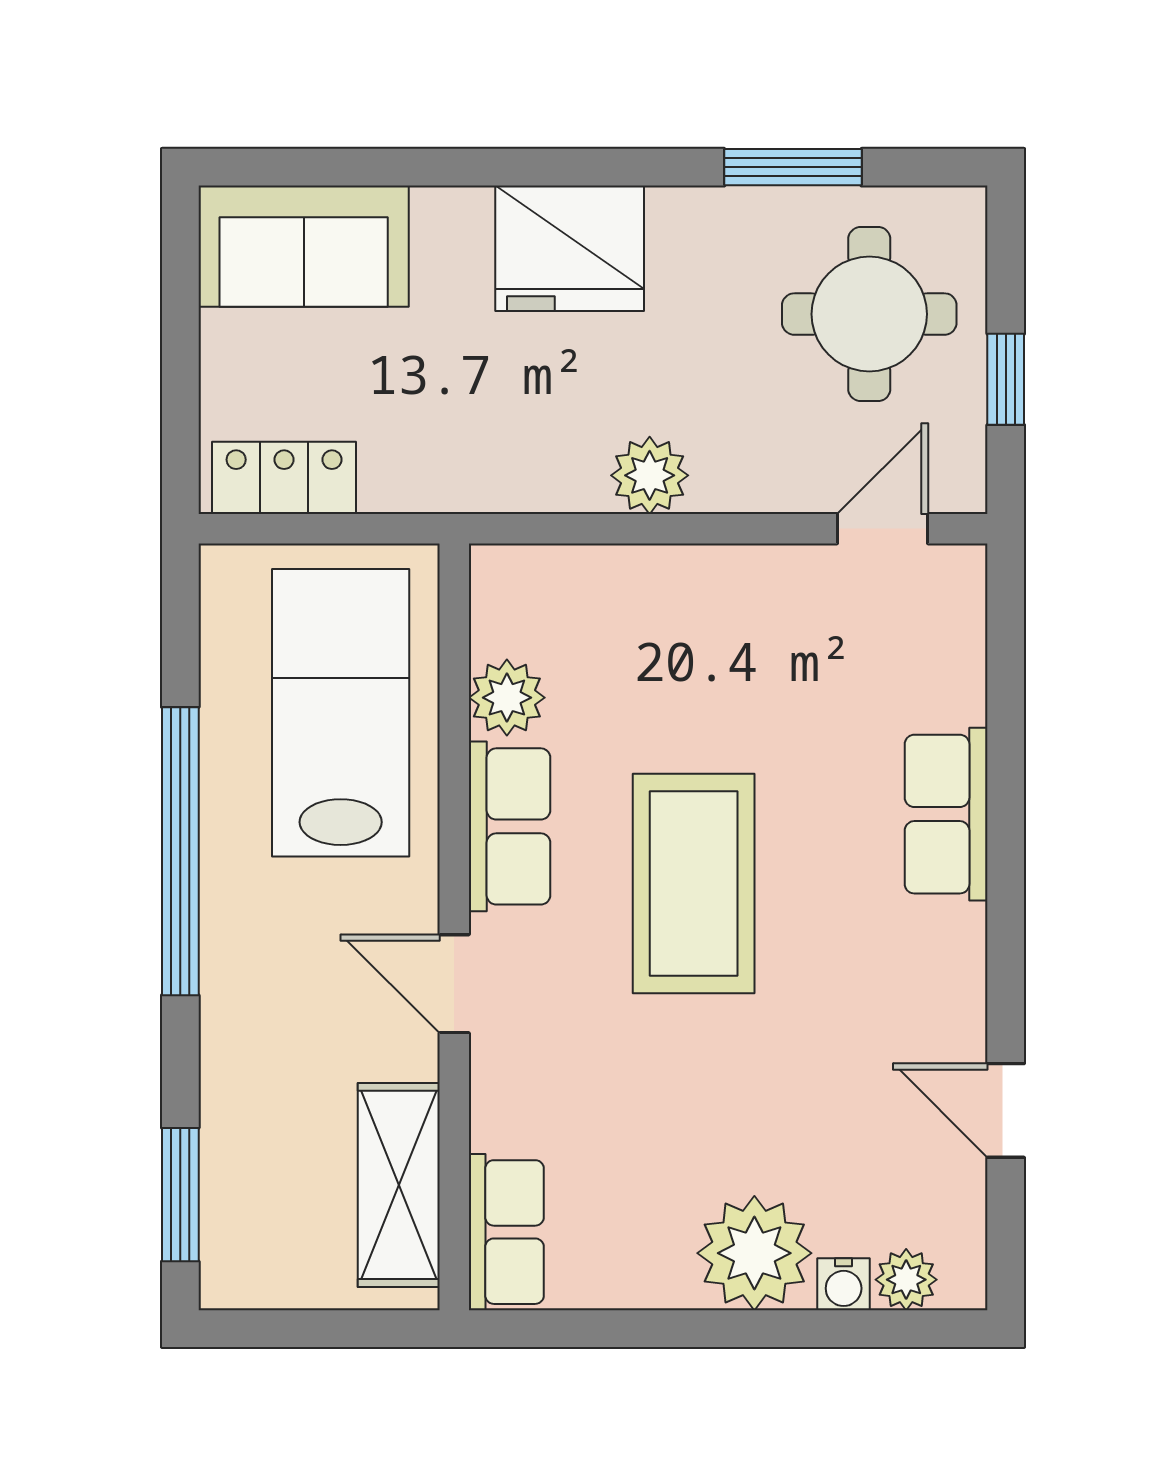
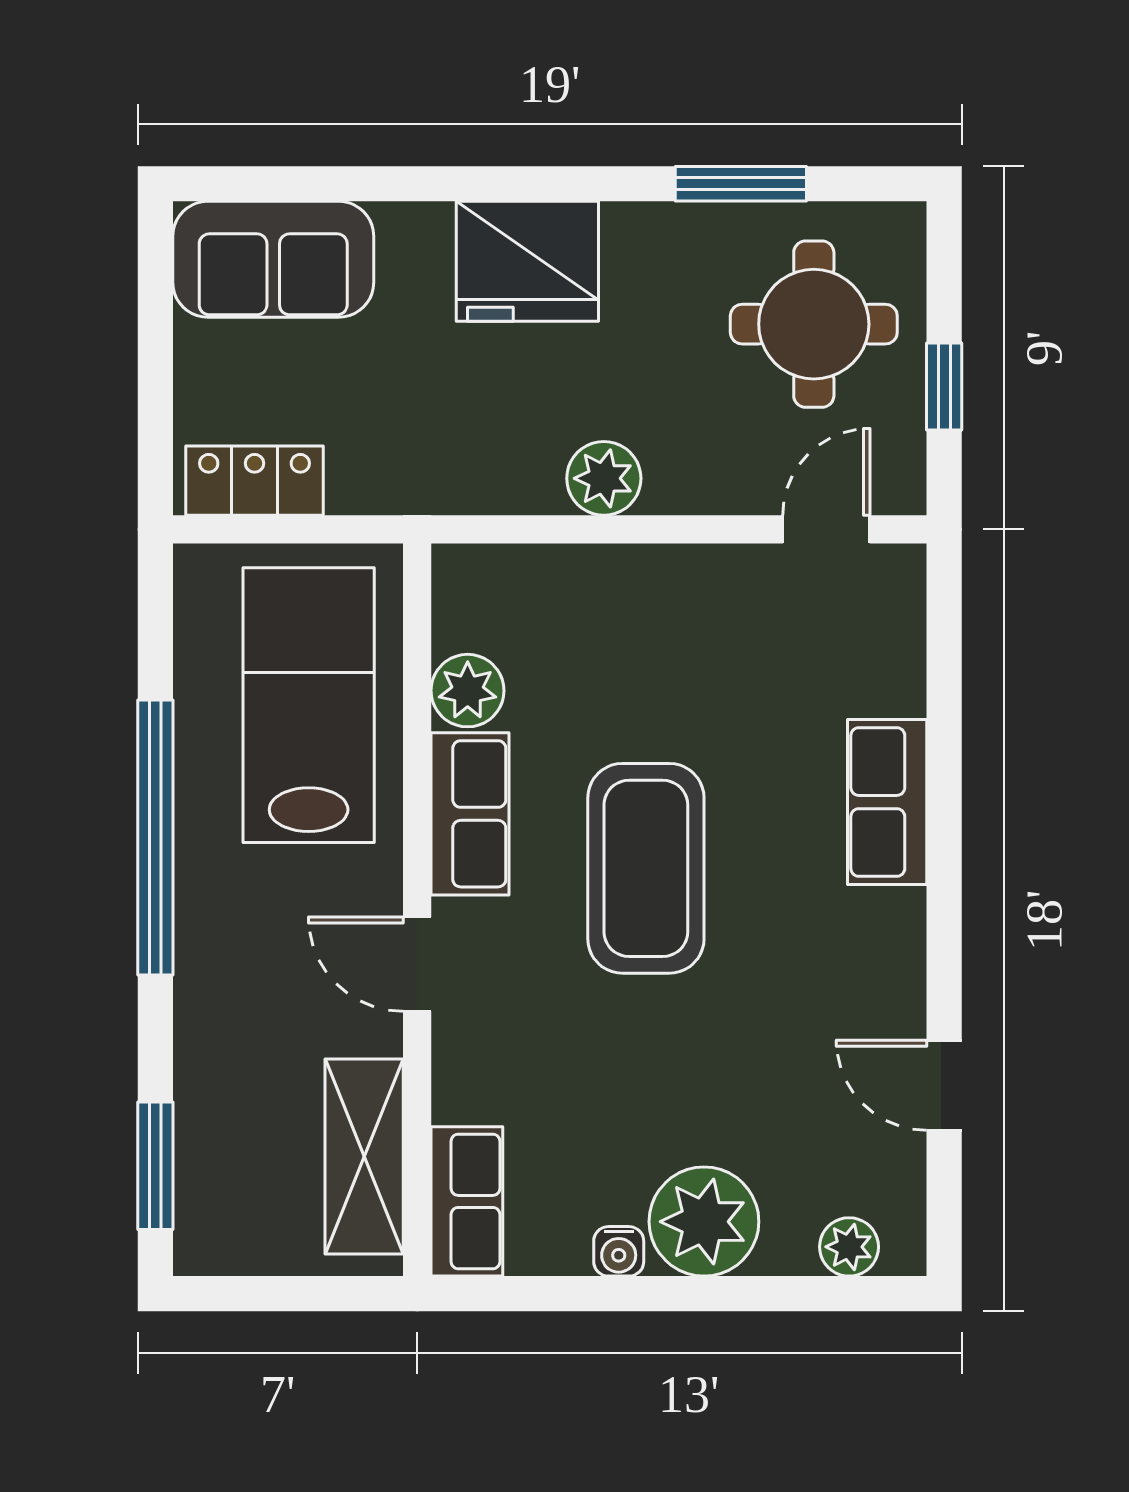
water cooler: (844, 1284) -> (619, 1251), moved

